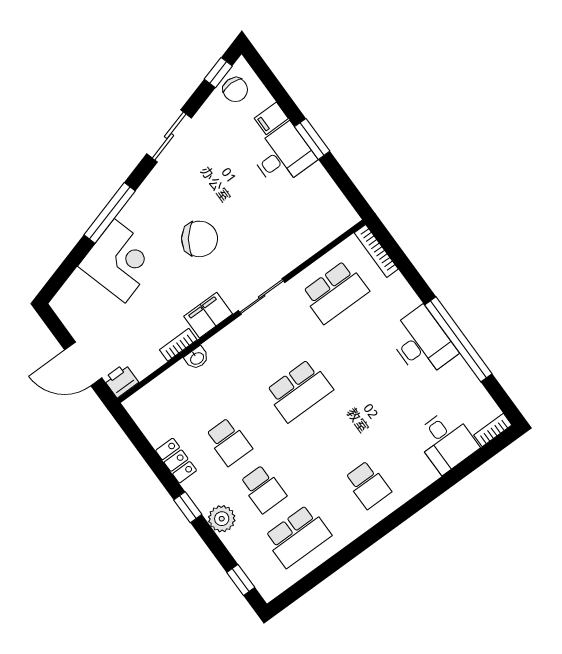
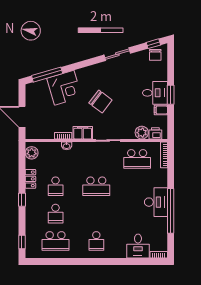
filing cabinet: (271, 118) -> (161, 110), moved
window: (110, 213) -> (47, 75), moved
plant: (310, 241) -> (142, 133), added
printer: (121, 381) -> (155, 133), moved
plant: (222, 519) -> (32, 153), moved

